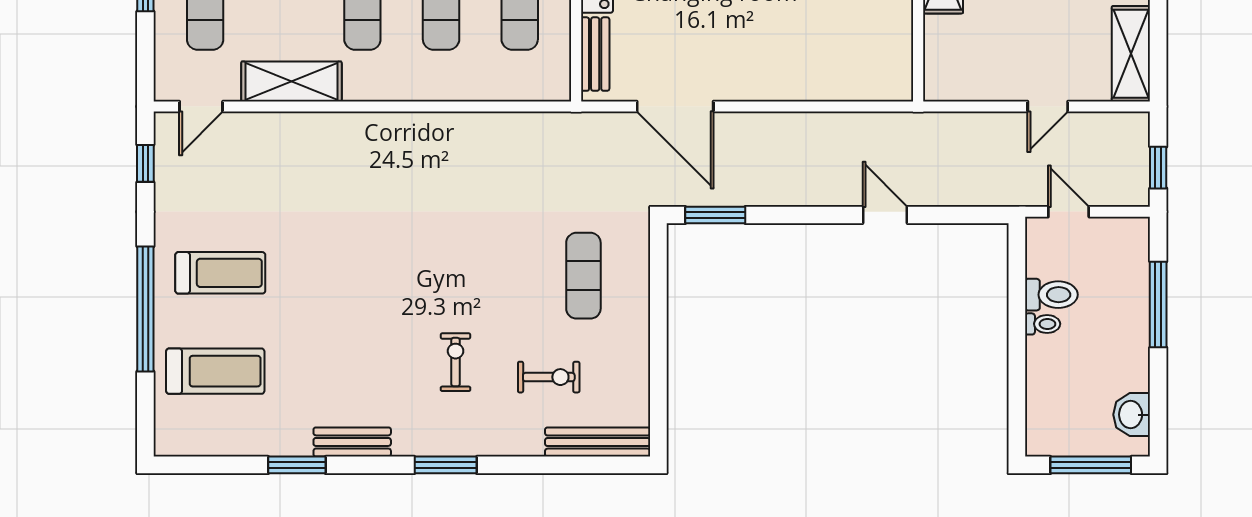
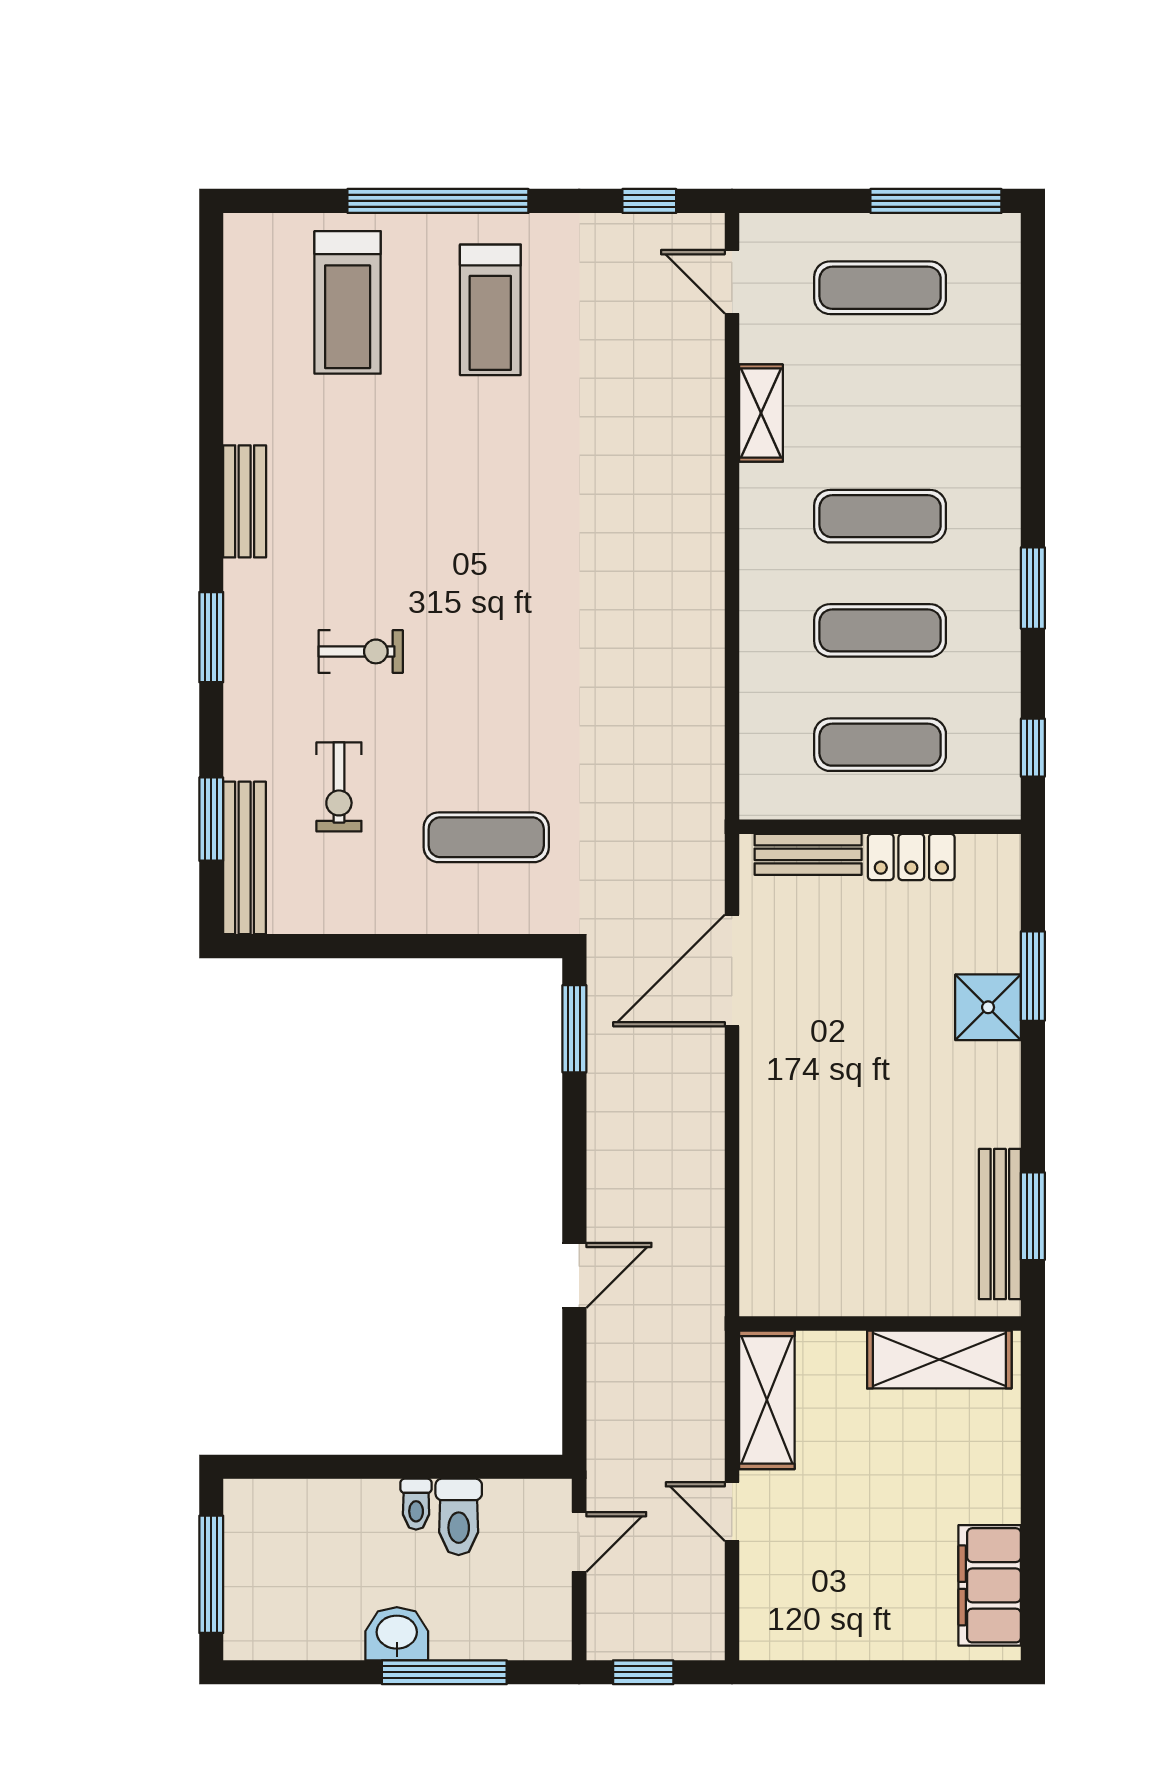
shelving: (1131, 54) -> (767, 1400), moved, turned 90
shelving: (291, 82) -> (761, 413), width x0.67, depth x0.75
washbasin: (1132, 415) -> (397, 1634), moved
window: (297, 465) -> (211, 819), moved

